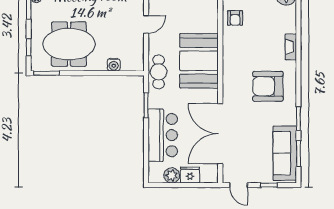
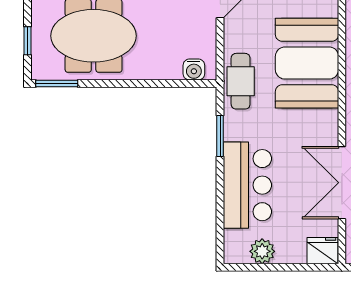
water cooler: (114, 65) -> (194, 70), moved
double door: (220, 134) -> (342, 183), width x0.73
fridge: (190, 175) -> (323, 251), moved

